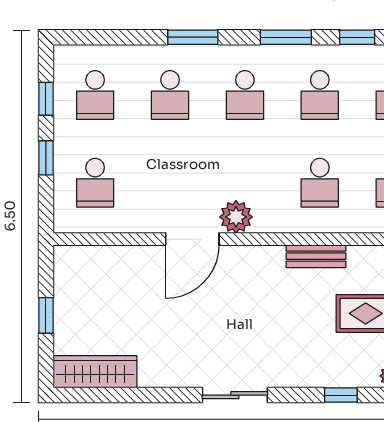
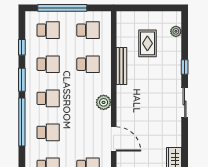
window: (193, 37) -> (22, 122), width x2.11
door: (192, 239) -> (114, 139), moved
bench: (316, 256) -> (121, 66), width x1.36
window: (341, 395) -> (185, 67), moved

